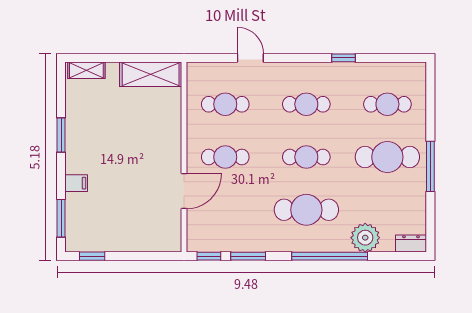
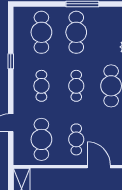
cafe table: (225, 104) -> (41, 139), width x1.37, depth x1.35
cafe table: (387, 104) -> (41, 32), width x1.37, depth x1.35

